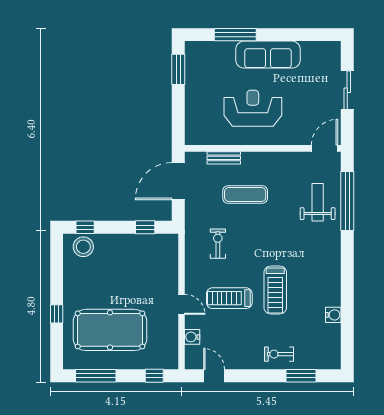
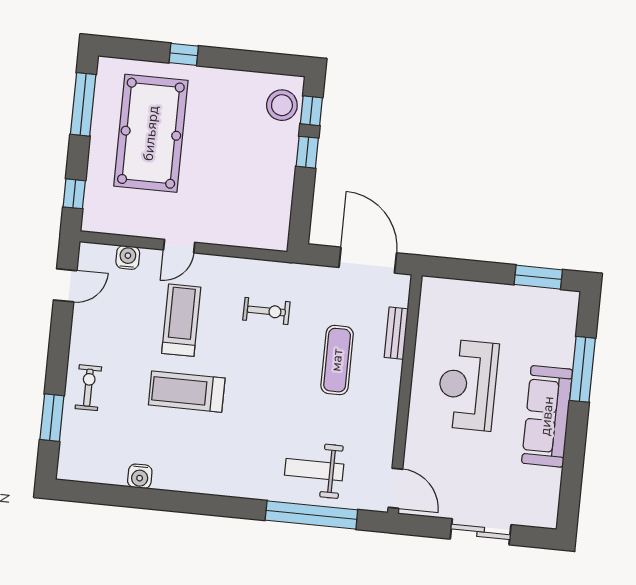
reception desk: (253, 108) -> (468, 385), turned 180
weight bench: (318, 202) -> (314, 470), turned 180
window: (145, 227) -> (307, 152), moved

